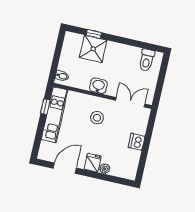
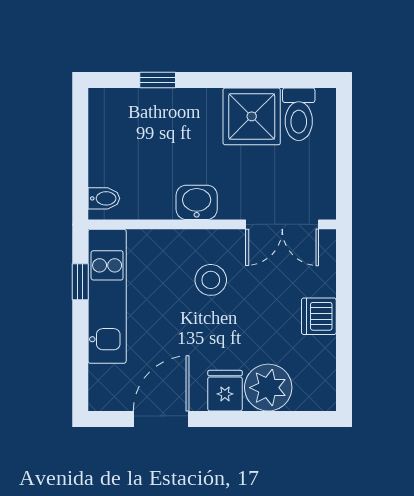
shower: (93, 49) -> (252, 116), moved
double door: (130, 102) -> (282, 224), swing flipped
plant: (105, 169) -> (268, 388), width x1.87, depth x1.87

